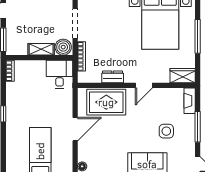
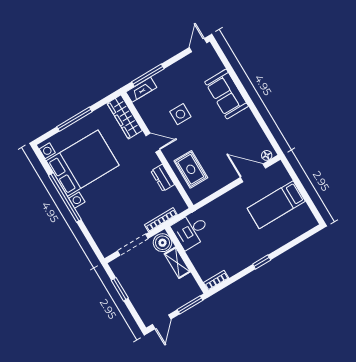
wardrobe: (183, 76) -> (125, 117), width x1.50
rug: (106, 102) -> (191, 169), width x0.73, depth x0.70
window: (198, 127) -> (148, 75), moved
door: (75, 129) -> (253, 173), moved
side table: (166, 131) -> (180, 114), moved

